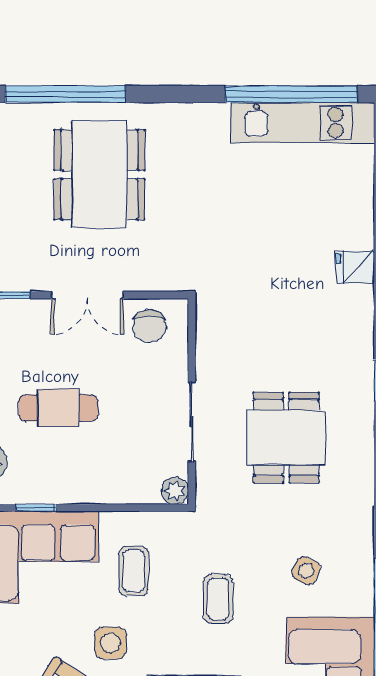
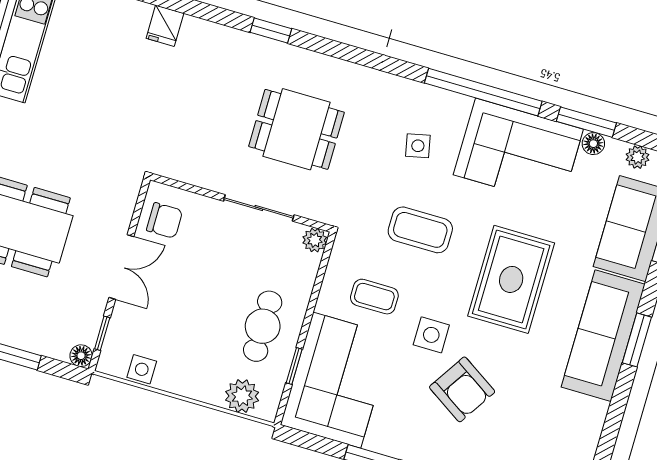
cafe table: (58, 408) -> (263, 326), moved
side table: (306, 571) -> (418, 146), turned -38
coffee table: (218, 599) -> (420, 230), width x1.36, depth x1.30

